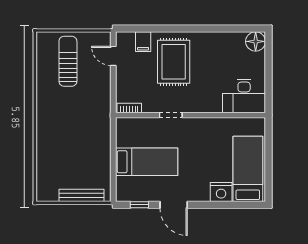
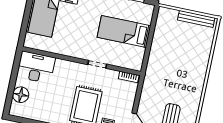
floor lamp: (256, 41) -> (21, 95), moved
bench: (81, 195) -> (196, 19), moved

